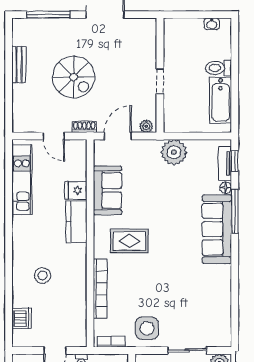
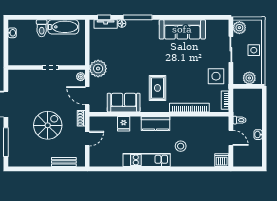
bench: (19, 65) -> (64, 162), moved
plant: (174, 152) -> (98, 69), moved
kitchen unit: (22, 180) -> (147, 160), moved
kitchen counter: (76, 222) -> (156, 123), moved
sofa: (217, 229) -> (182, 29), moved
dishwasher: (22, 318) -> (222, 160), moved

